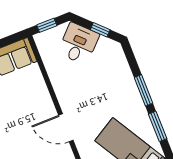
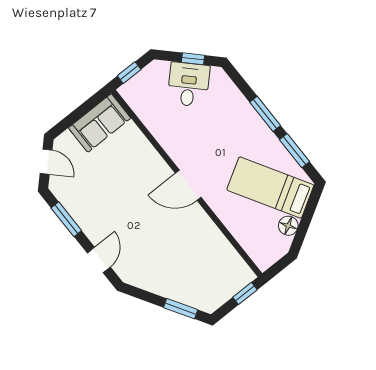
desk: (78, 44) -> (188, 85), moved

